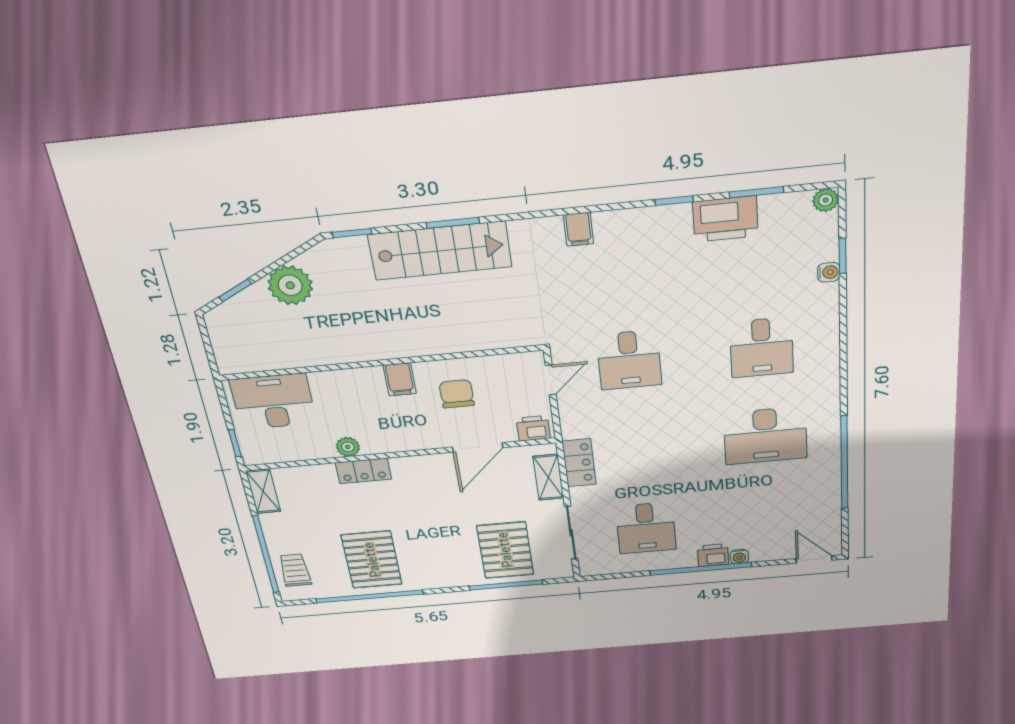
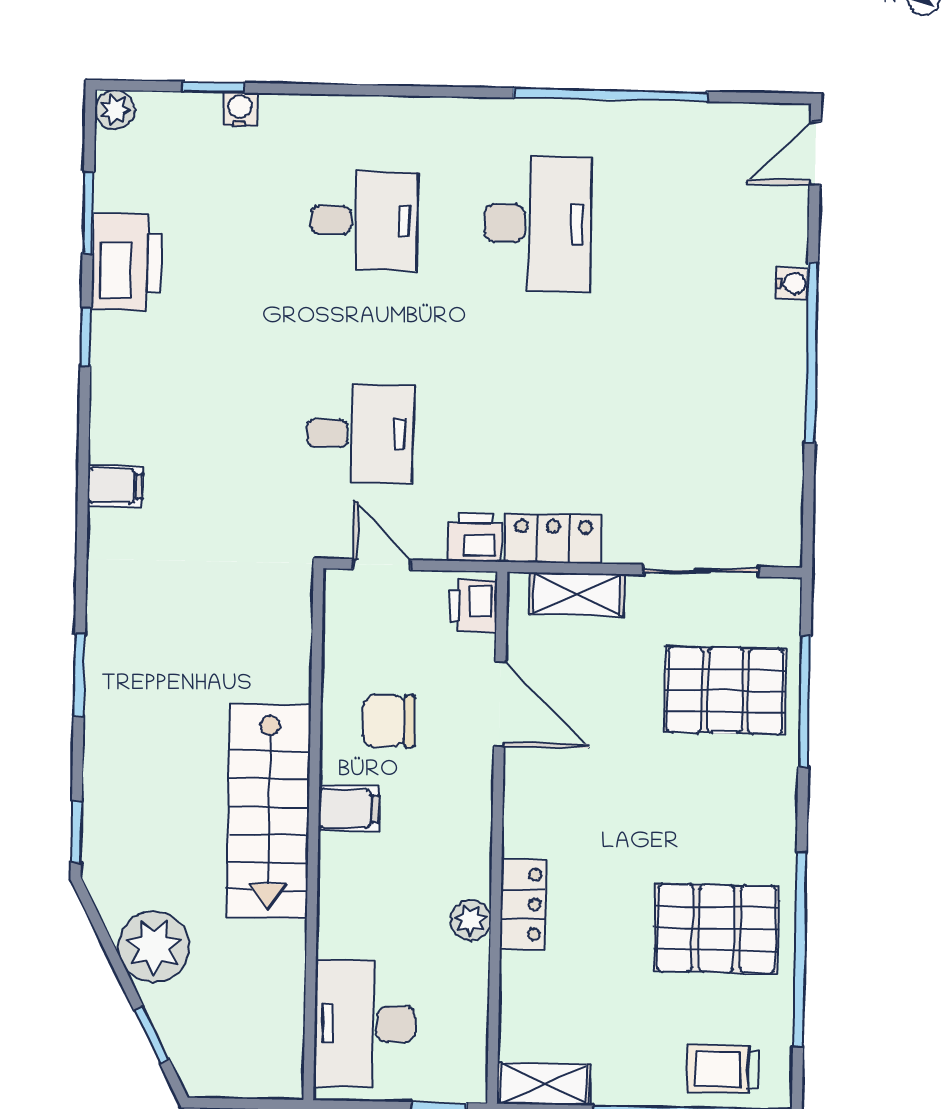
stairs: (440, 251) -> (269, 811), moved, turned 180
desk: (646, 528) -> (707, 440), removed
printer: (713, 555) -> (475, 537), moved, turned 90

